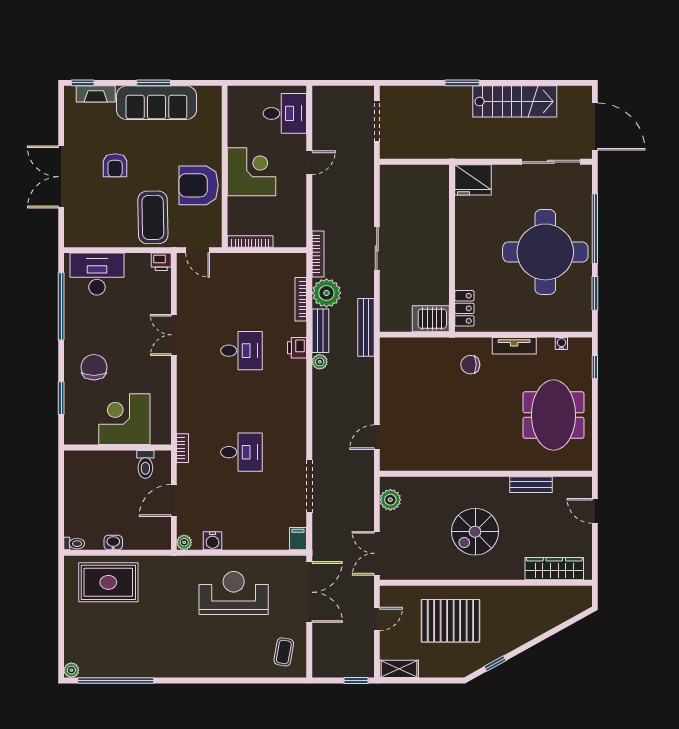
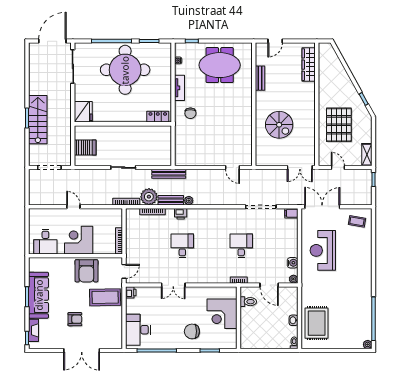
stairs: (515, 101) -> (38, 120), moved
desk: (285, 113) -> (45, 242), moved, turned 180
server rack: (431, 319) -> (85, 147), moved, turned -90
plant: (390, 500) -> (269, 160), removed
spiral stairs: (475, 532) -> (279, 125), moved

